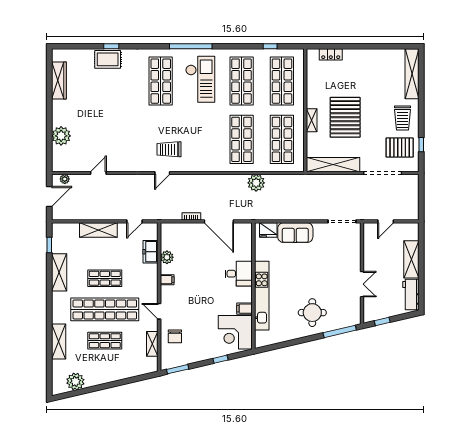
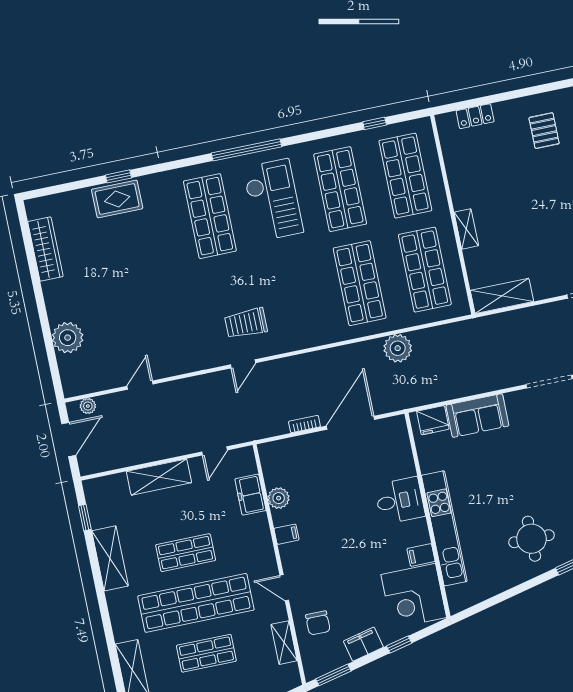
pallet: (345, 117) -> (544, 131), moved, width x0.49, depth x0.50
shelving: (333, 165) -> (502, 296), width x0.68
door: (219, 221) -> (351, 423), swing flipped
filing cabinet: (199, 355) -> (363, 644), added

